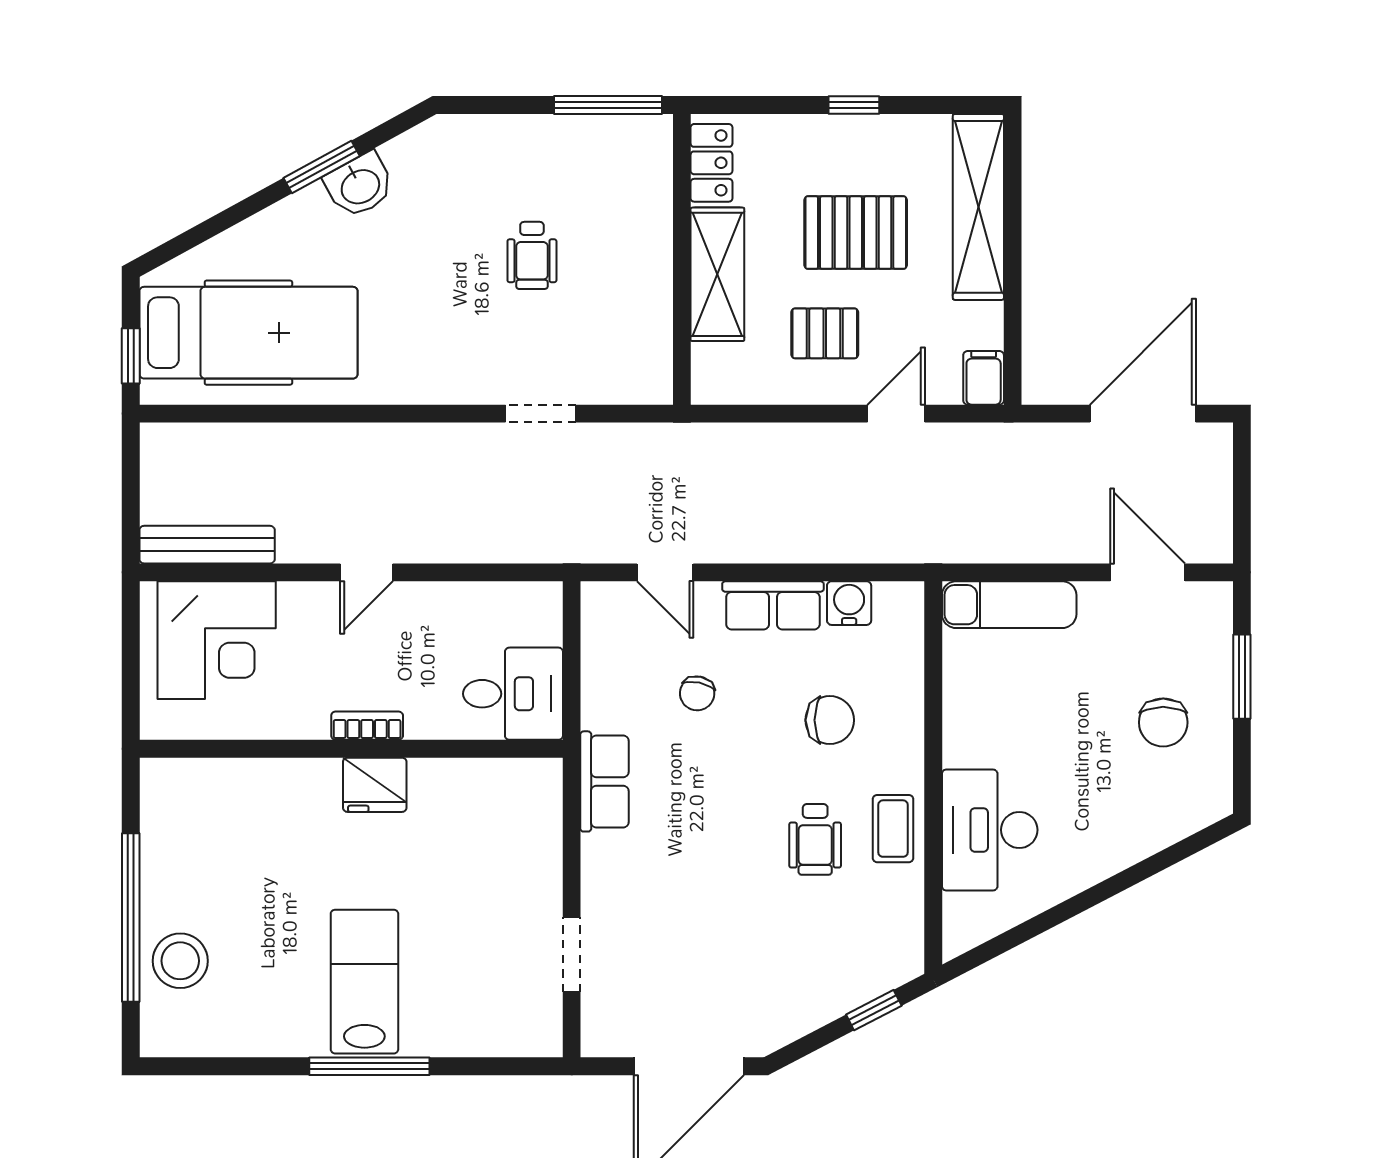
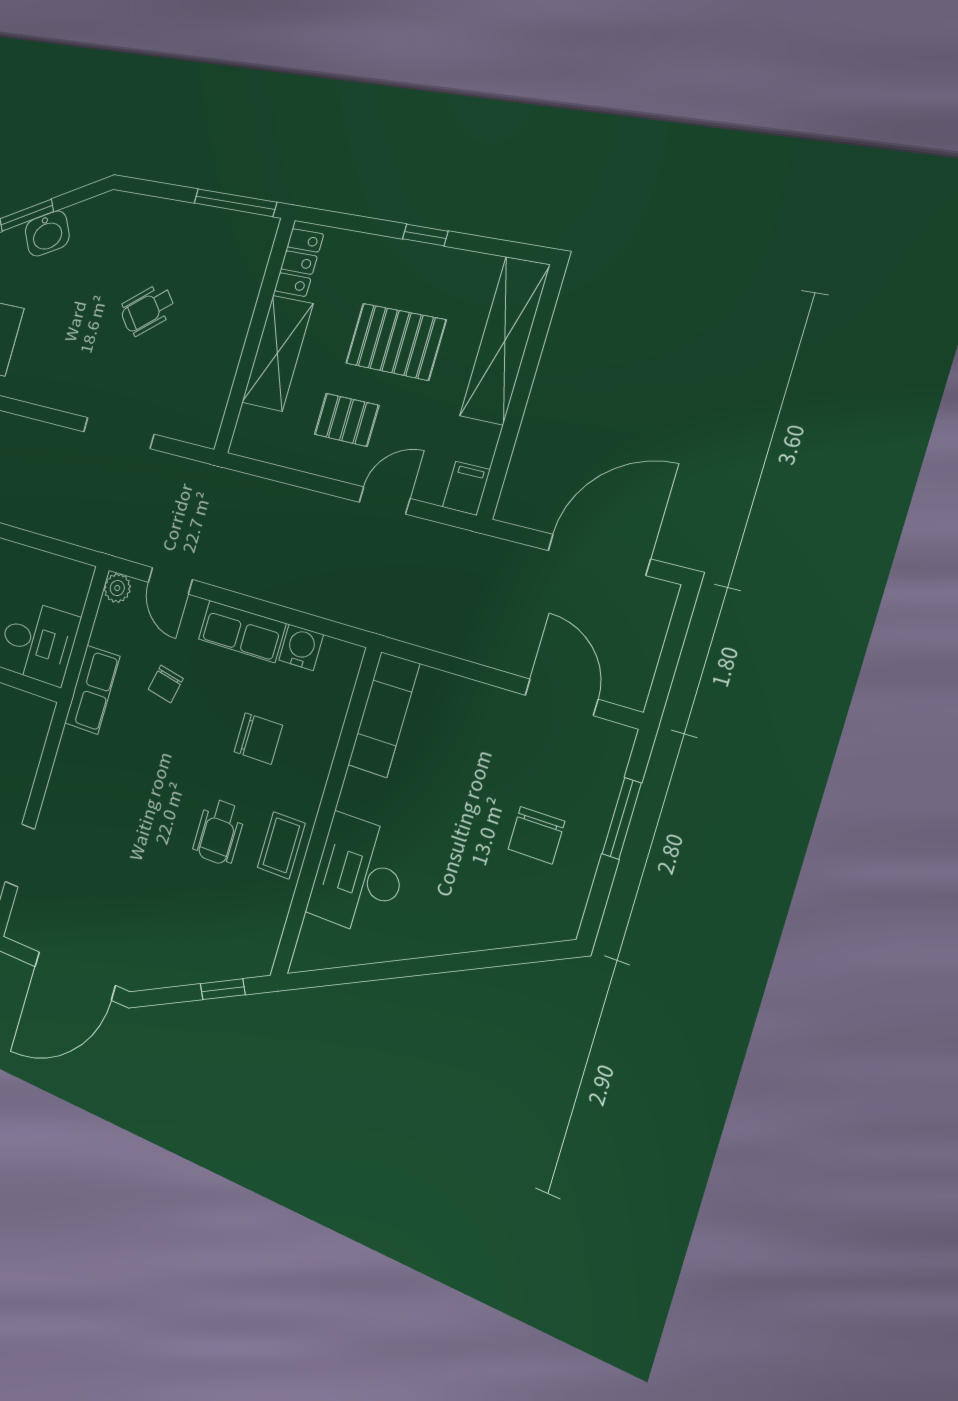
wheelchair: (532, 255) -> (147, 310), turned 50
doorway: (541, 414) -> (118, 433), width x1.38
plant: (599, 600) -> (117, 588), added
exam couch: (1009, 605) -> (384, 714), moved, turned -90
row of seats: (605, 781) -> (92, 690), moved

